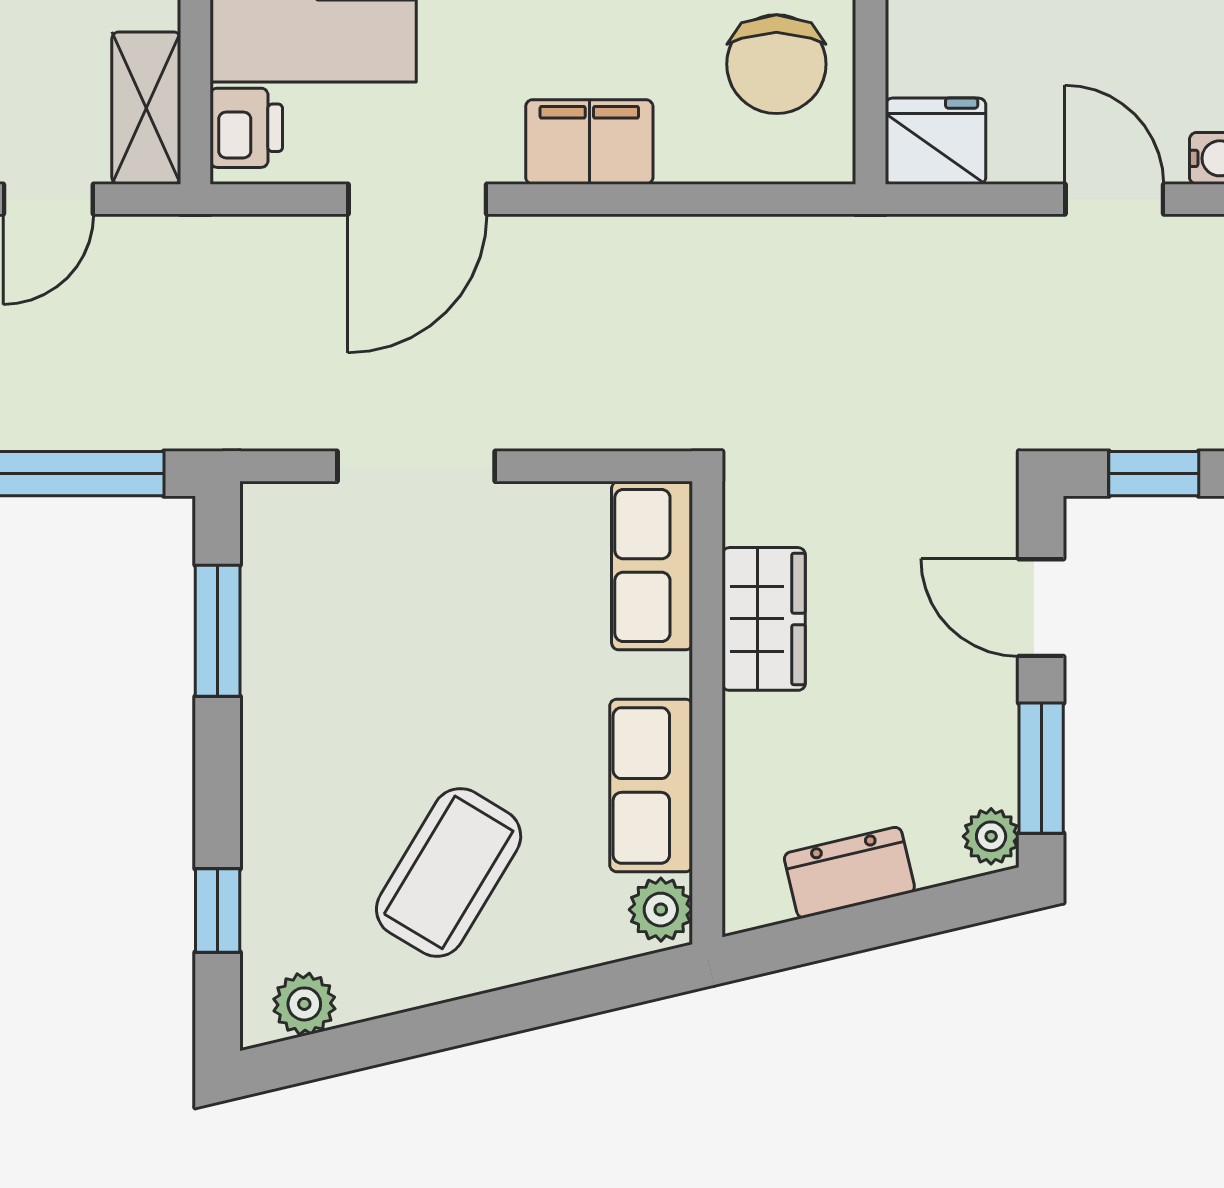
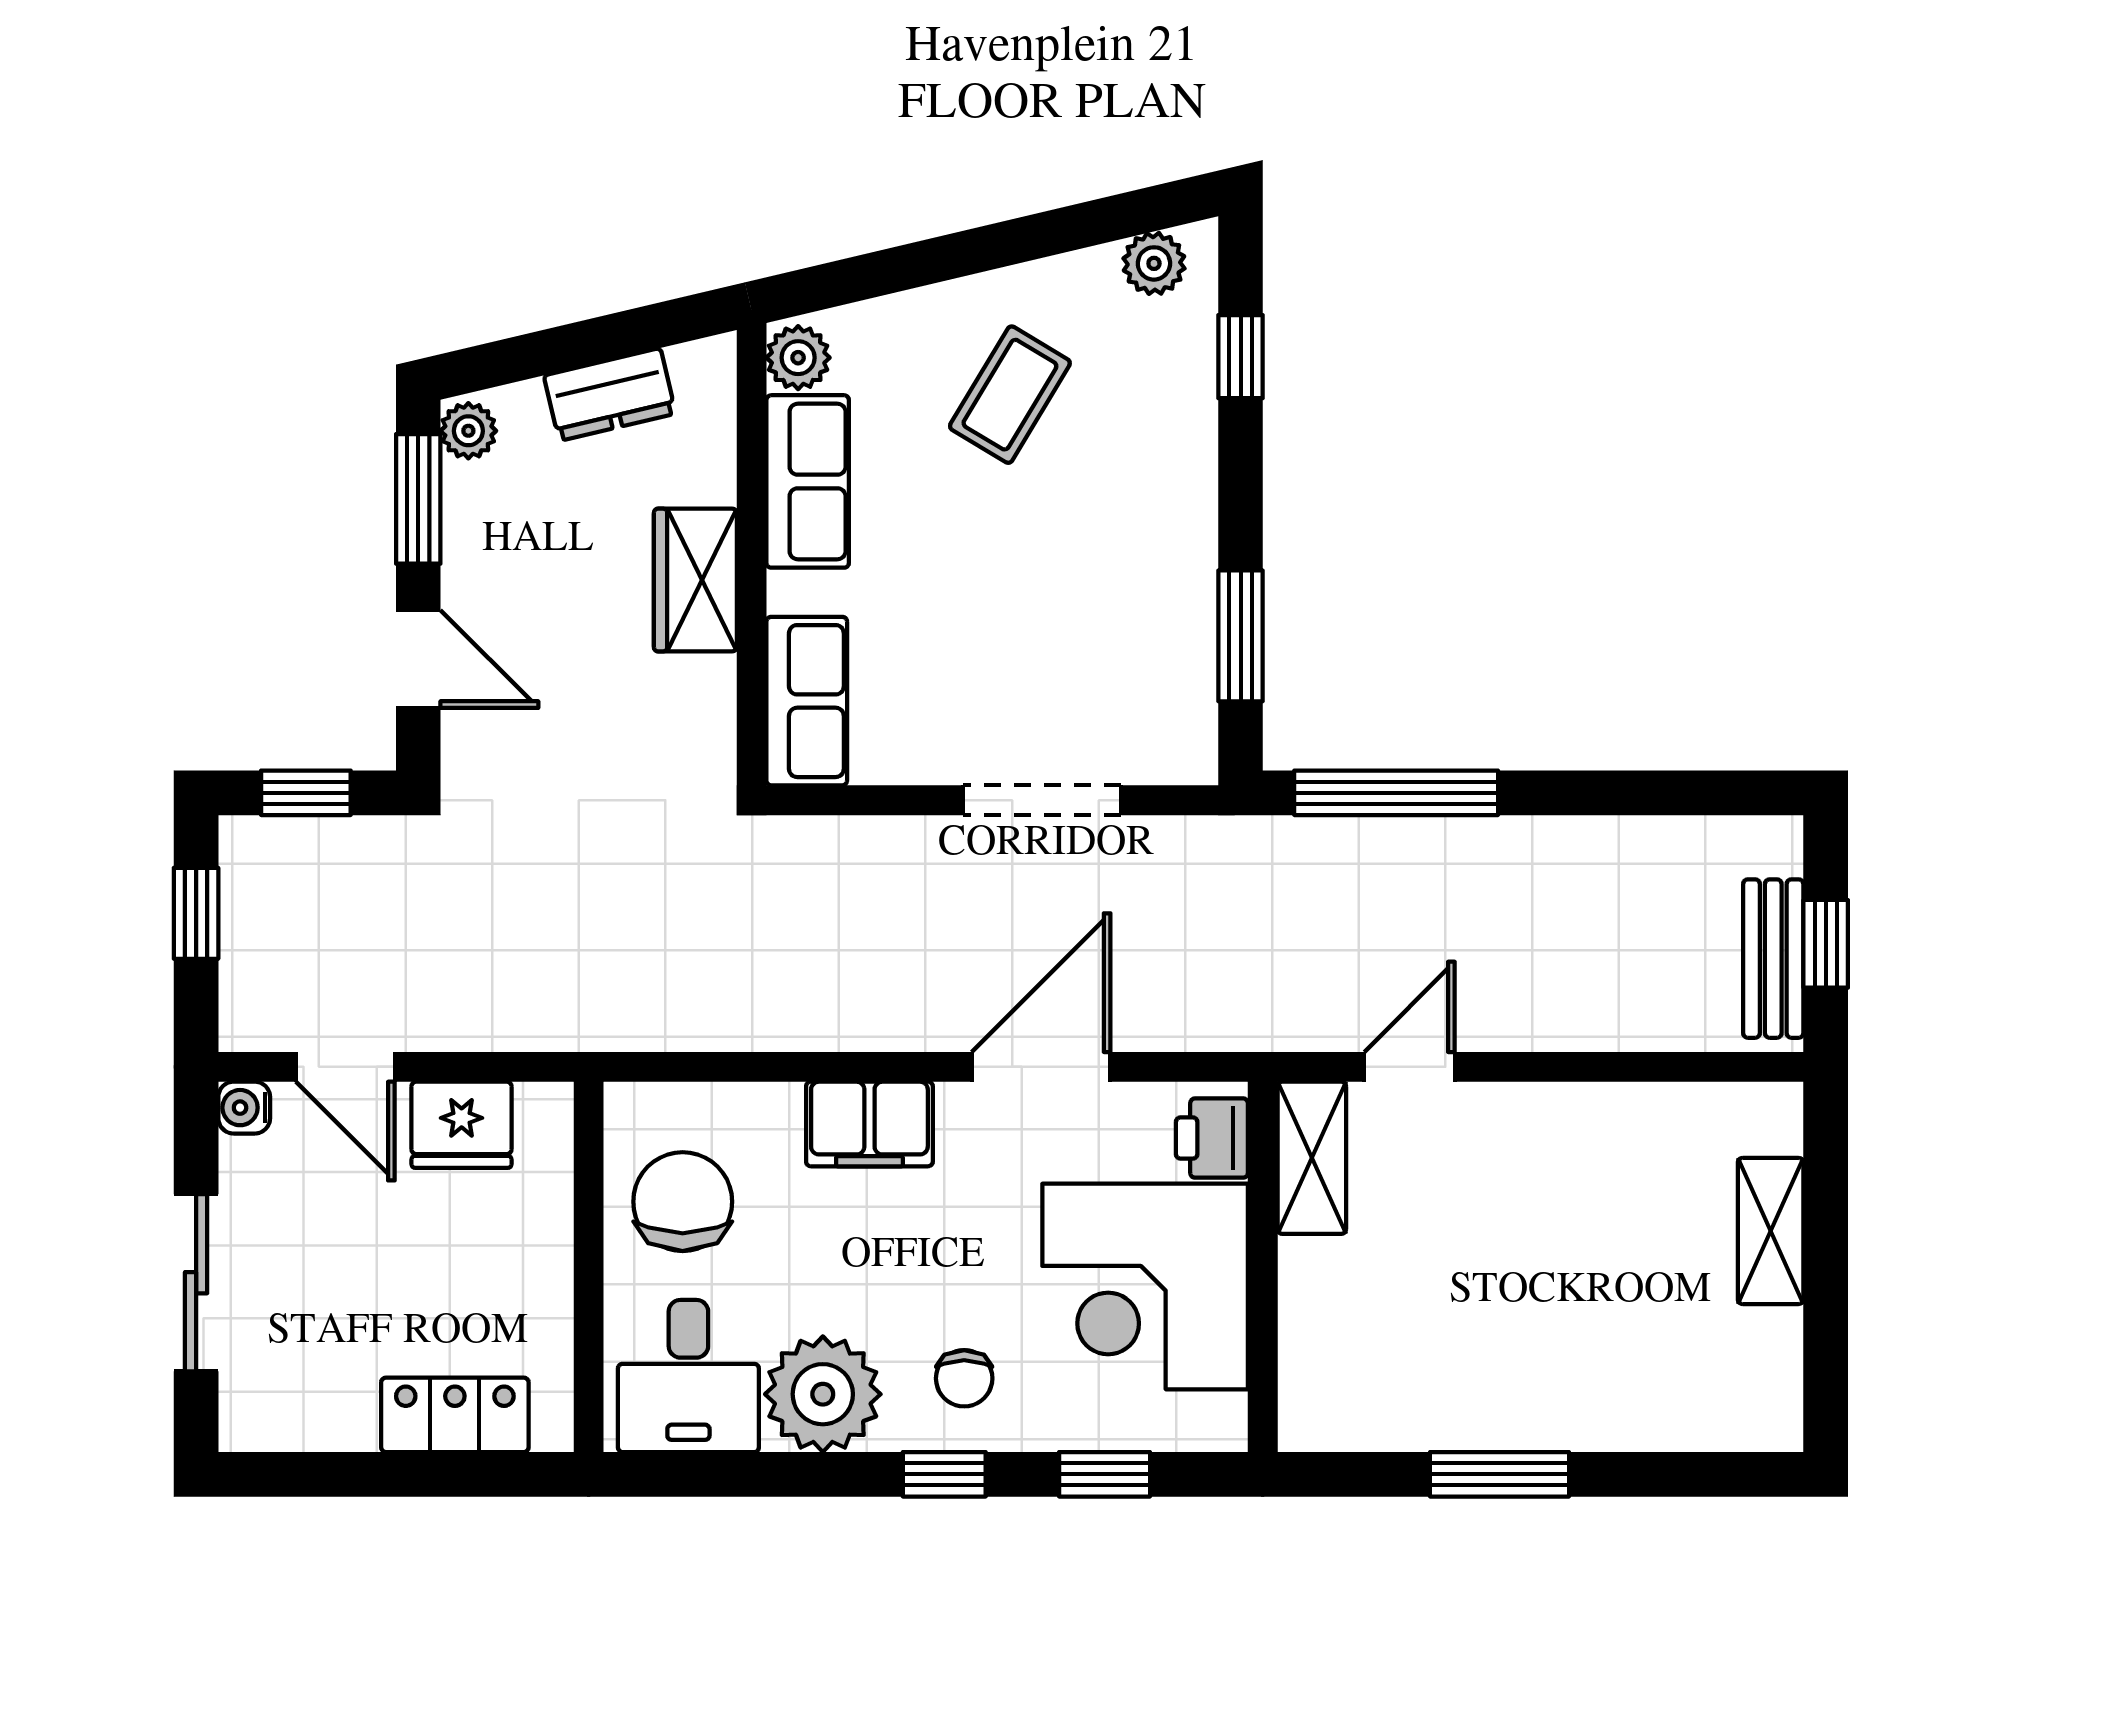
fridge: (936, 141) -> (462, 1125), moved
wardrobe: (764, 619) -> (695, 580), moved
coffee table: (449, 872) -> (1010, 395), width x0.73, depth x0.77

